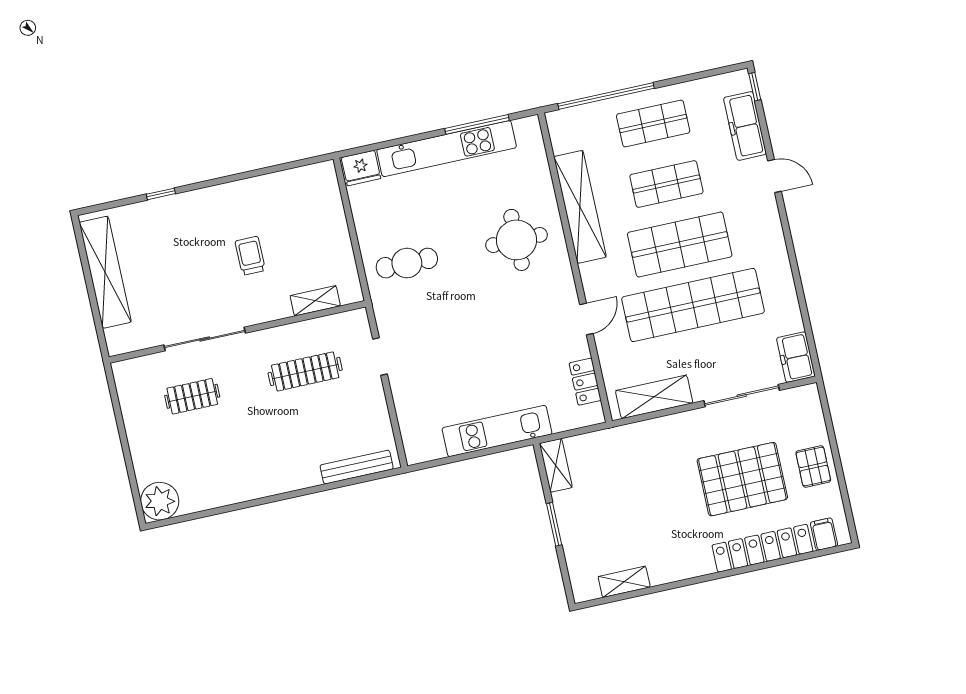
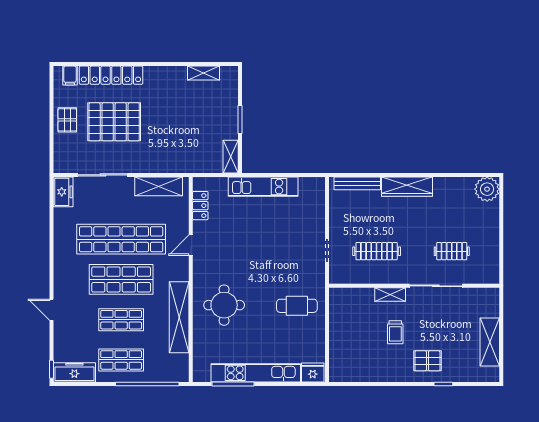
freezer: (745, 126) -> (74, 372), moved, turned -90
pallet: (192, 223) -> (427, 361), added
shelving: (105, 272) -> (490, 342), width x0.68
shelving: (315, 301) -> (390, 295), moved
wardrobe: (281, 478) -> (407, 187), added

